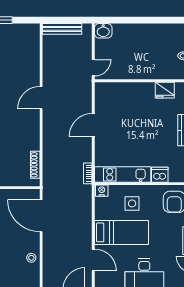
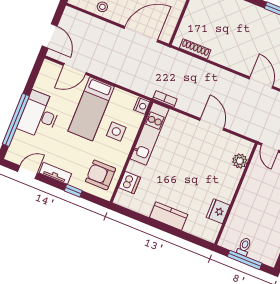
plant: (115, 89) -> (240, 161), added
dishwasher: (160, 175) -> (129, 183), moved

